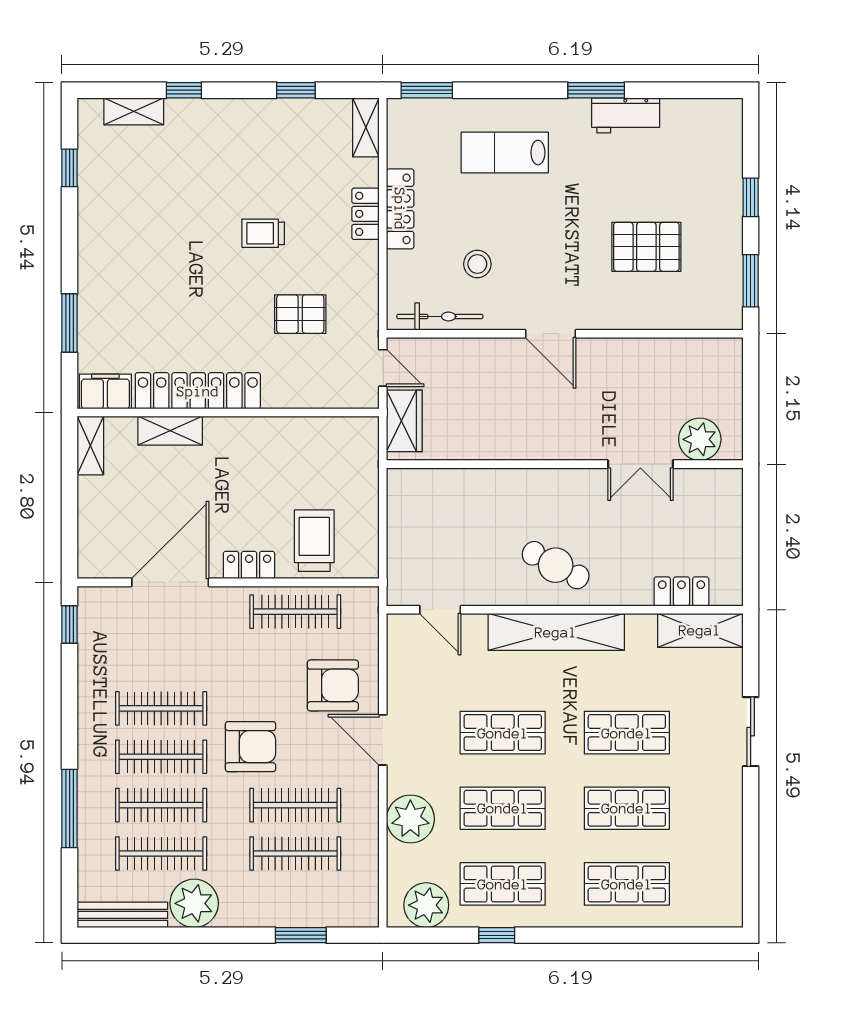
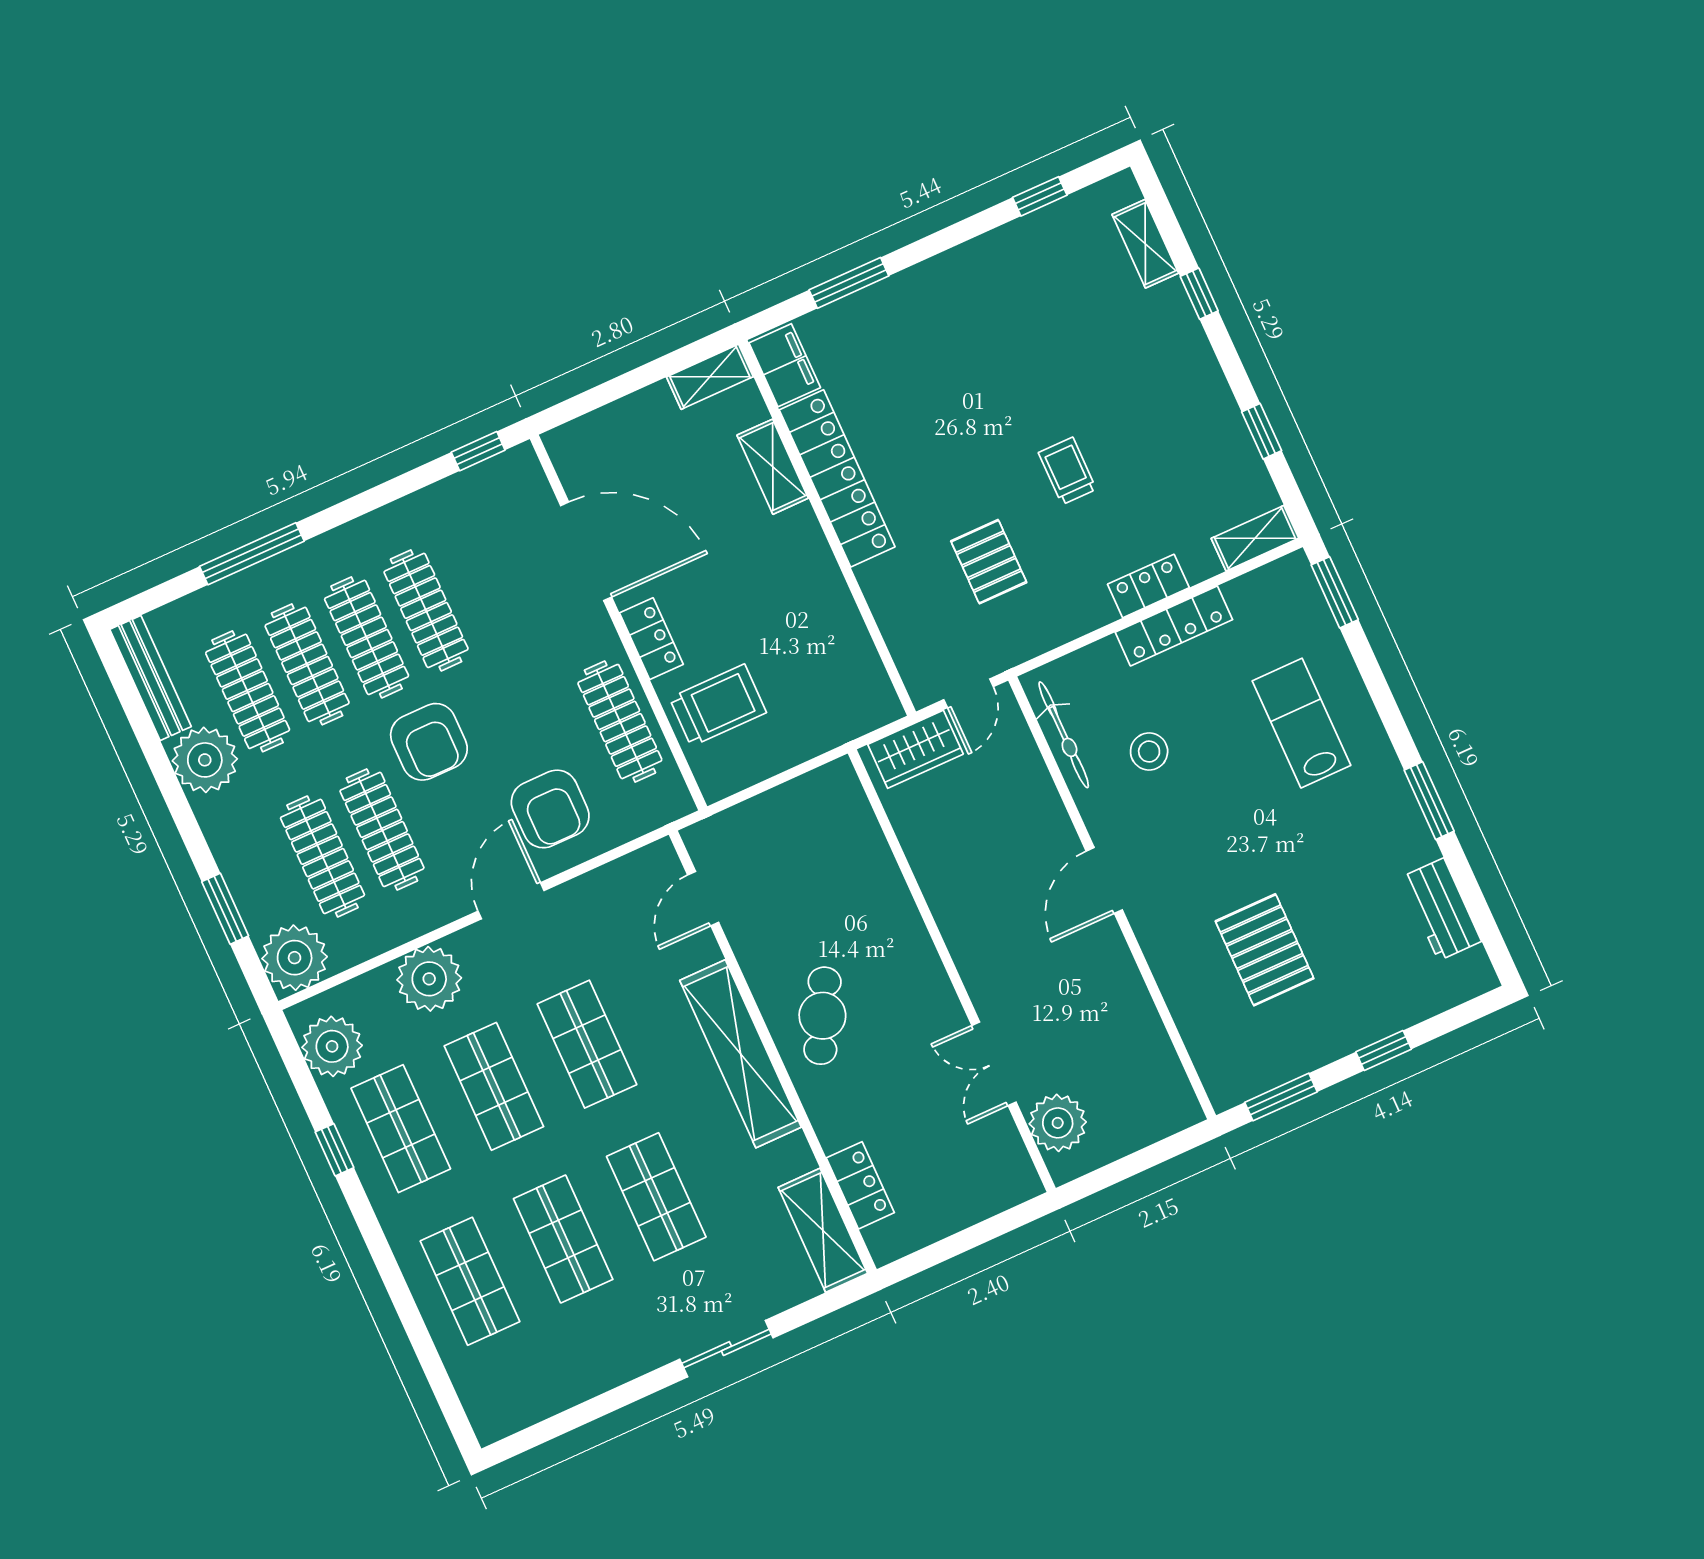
workbench: (626, 115) -> (1441, 909), moved
plant: (355, 903) -> (295, 958), added

